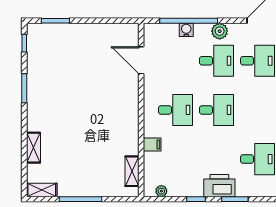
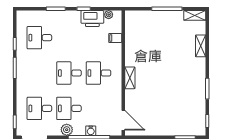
door: (141, 60) -> (123, 120), moved
filing cabinet: (152, 144) -> (115, 38), moved
shelving: (132, 171) -> (130, 78), moved
printer: (219, 186) -> (92, 19), moved

